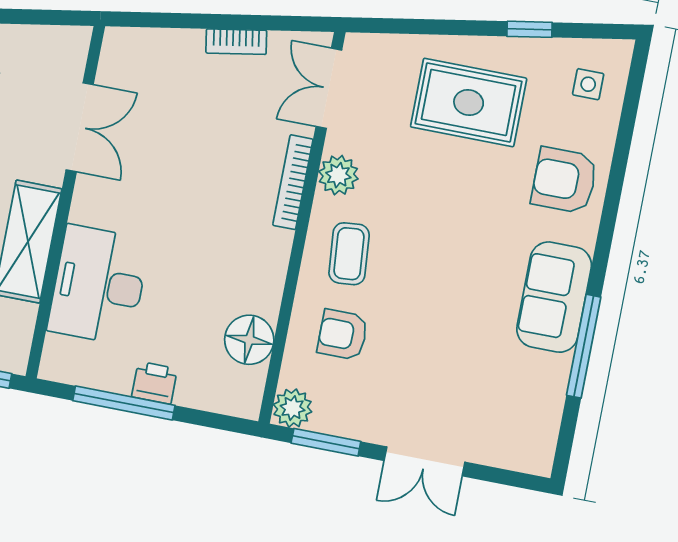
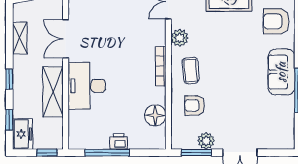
double door: (80, 127) -> (66, 39), swing flipped
bookcase: (293, 182) -> (161, 66), moved
desk: (99, 285) -> (87, 86), moved
plant: (293, 408) -> (206, 141), moved

